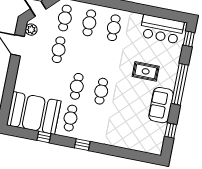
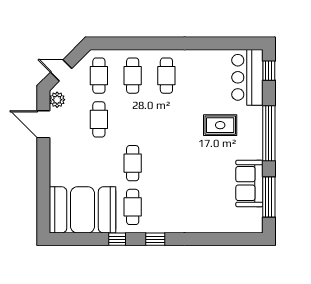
bar counter: (162, 29) -> (247, 77), moved, turned 90
cafe table: (101, 91) -> (166, 163), removed
sofa: (161, 105) -> (249, 183), moved
window: (171, 130) -> (269, 197), width x2.17
window: (44, 137) -> (117, 239), moved

